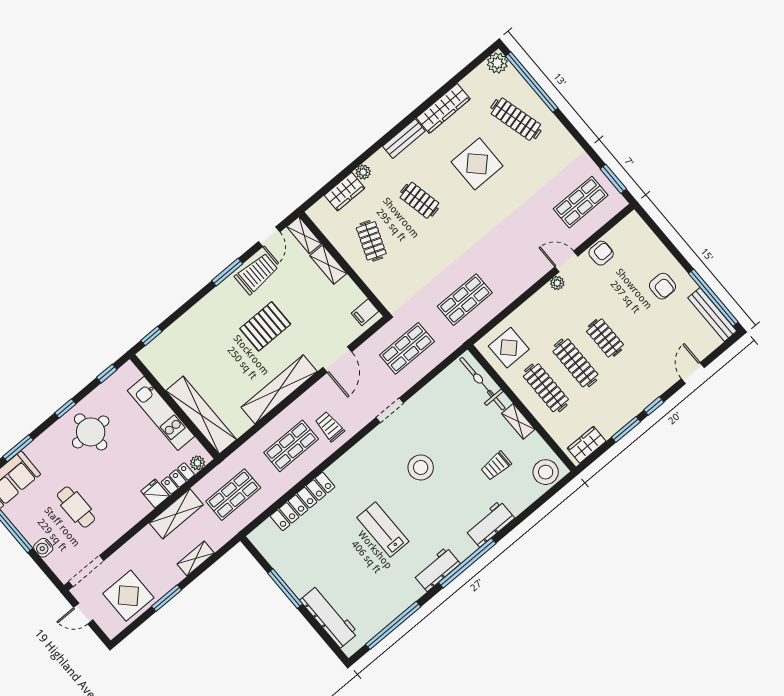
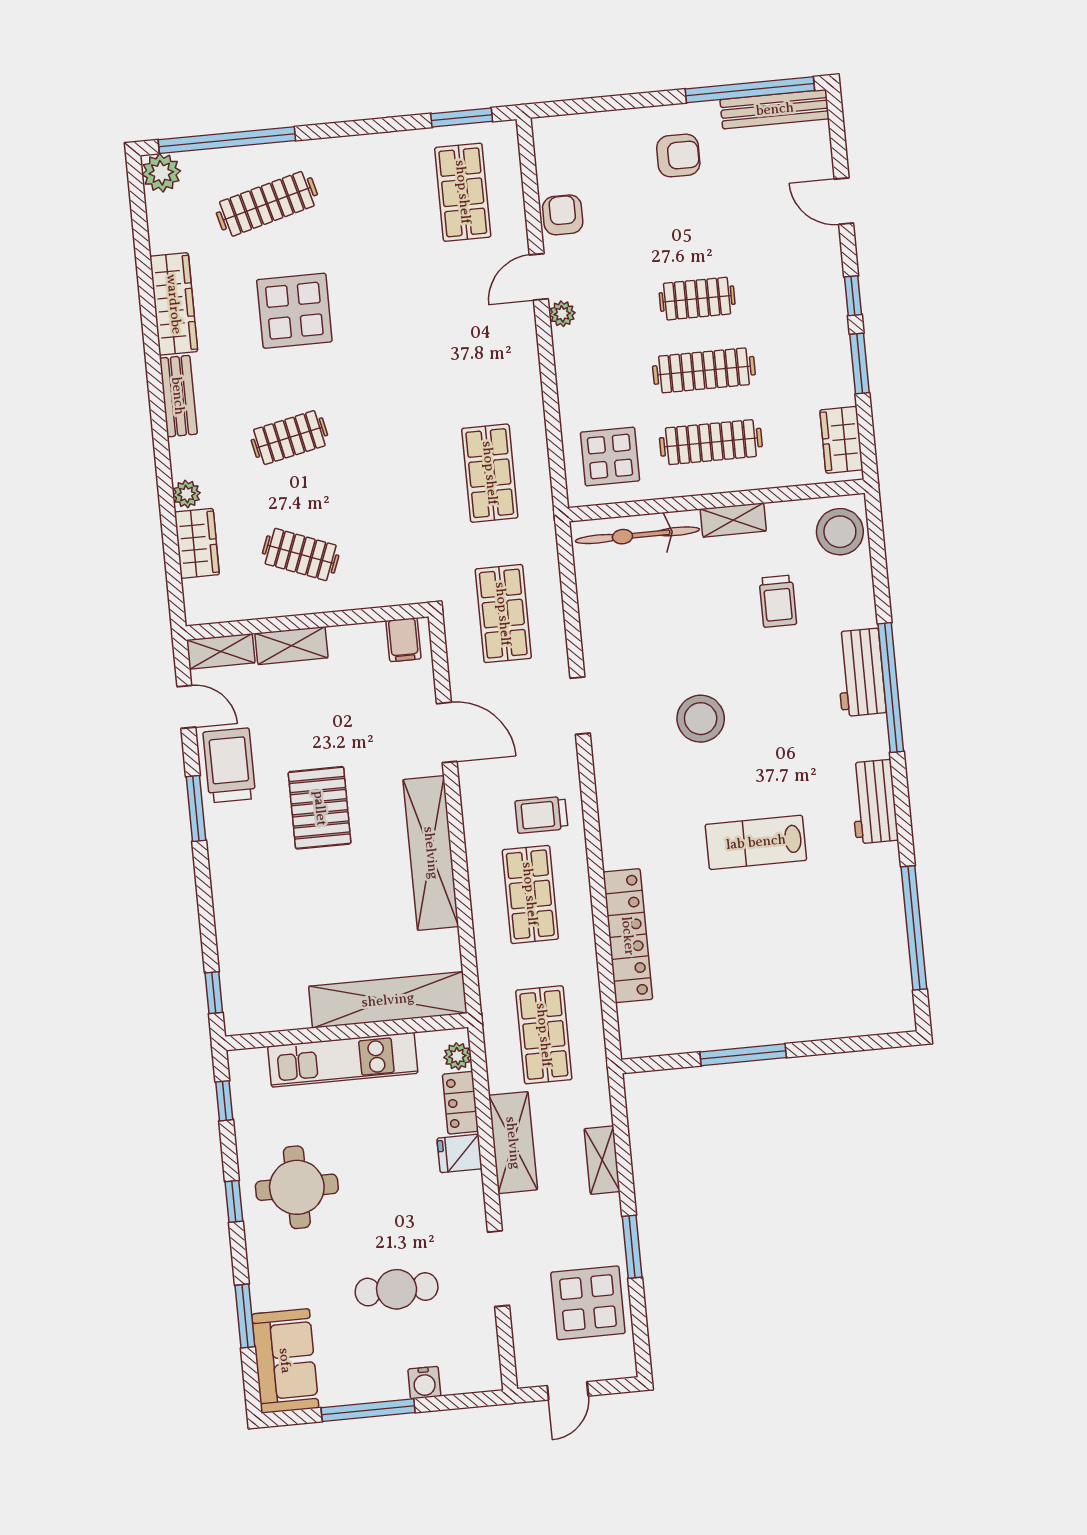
window: (467, 563) -> (891, 688), moved
doorway: (86, 571) -> (498, 1269), moved
workbench: (329, 617) -> (832, 1017), removed

